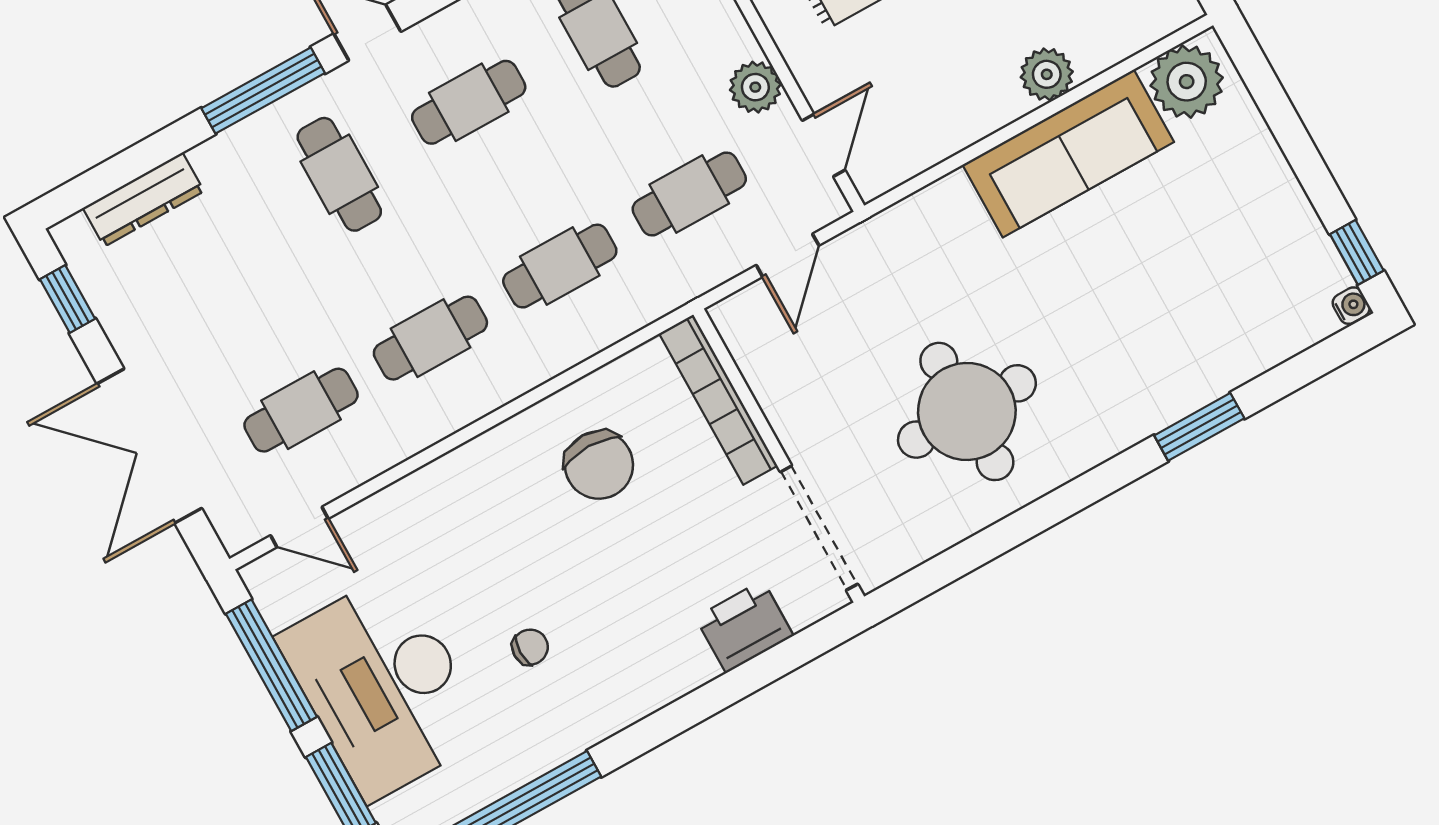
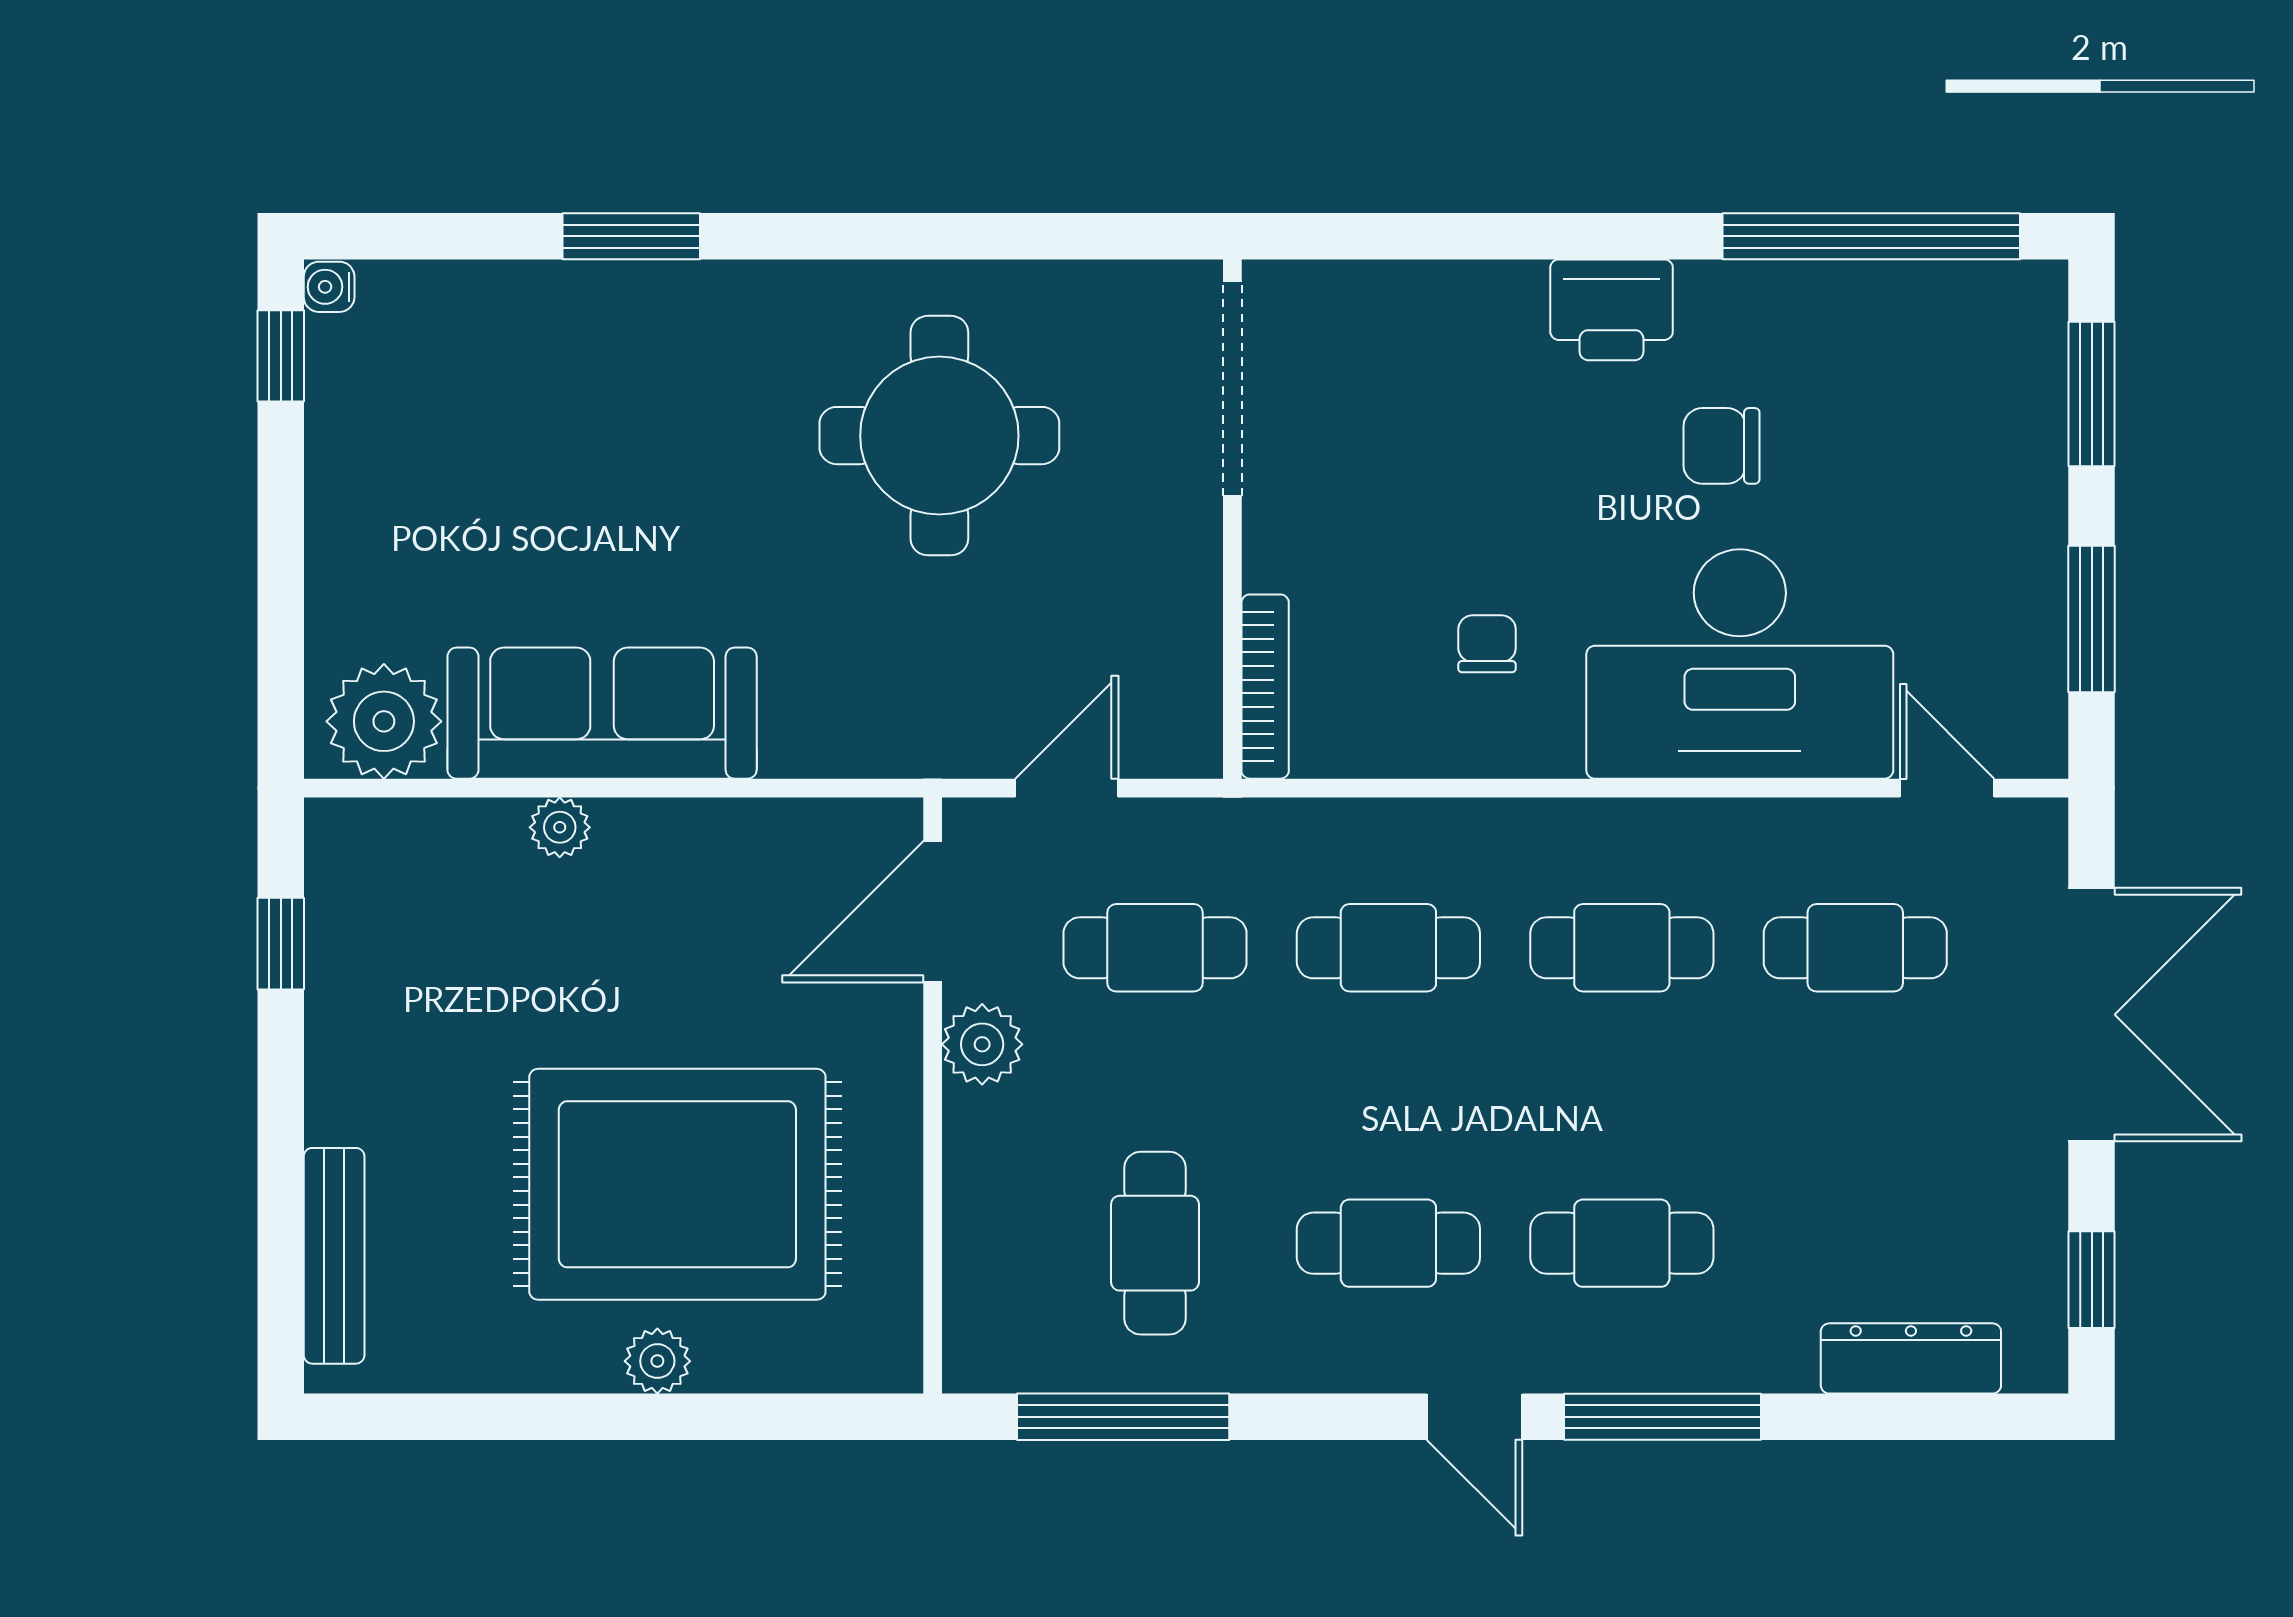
plant: (1047, 74) -> (560, 827), width x0.73, depth x0.73
door: (824, 145) -> (933, 912), width x1.38
cafe table: (339, 174) -> (1622, 1243), turned 90
bookcase: (718, 400) -> (1265, 687), width x0.68, depth x0.76
chair: (599, 465) -> (1487, 644), width x0.54, depth x0.54
printer: (744, 627) -> (1612, 310), moved
chair: (530, 647) -> (1721, 446), width x1.37, depth x1.37
window: (271, 665) -> (2092, 619), width x0.69
desk: (383, 686) -> (1740, 664), moved, turned 90

